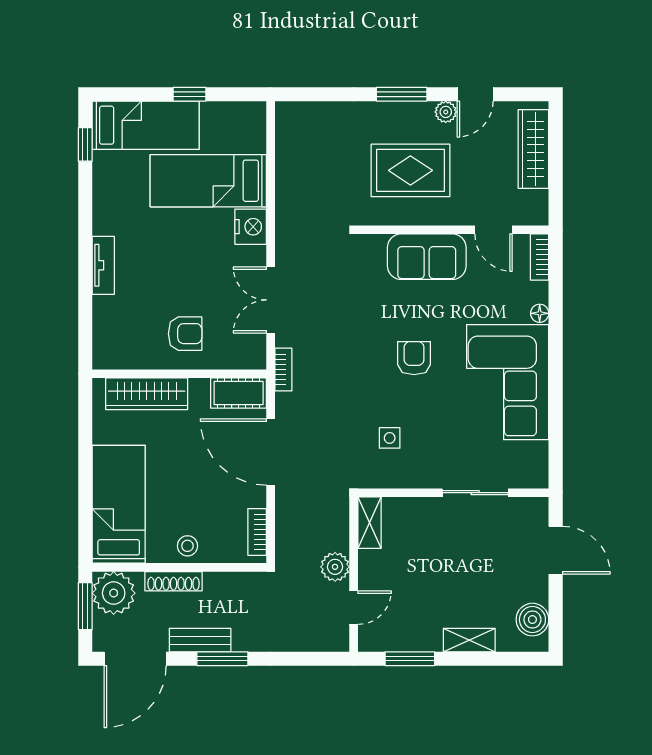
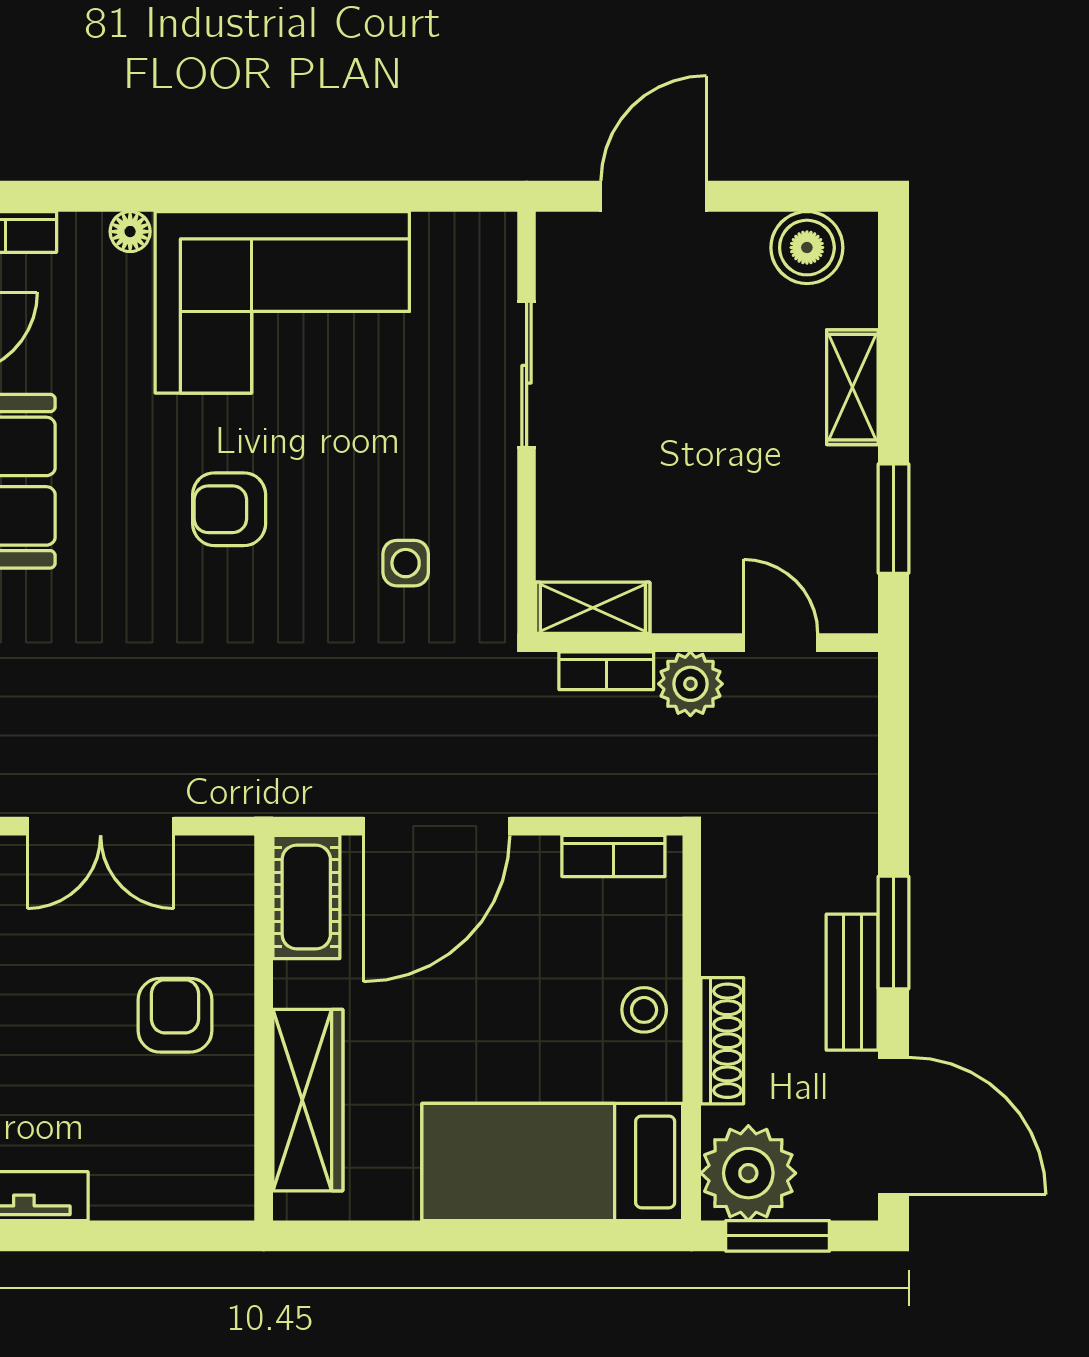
bookcase: (283, 370) -> (606, 671), moved, turned 180

